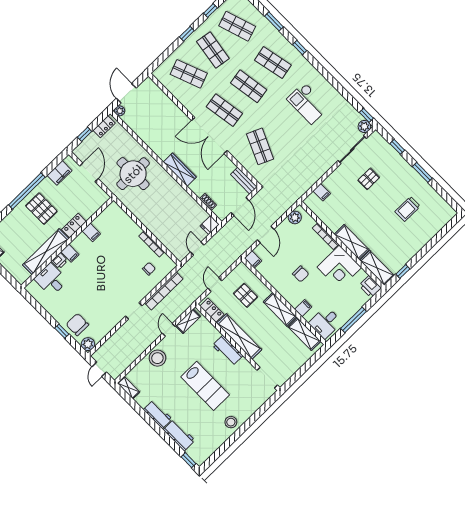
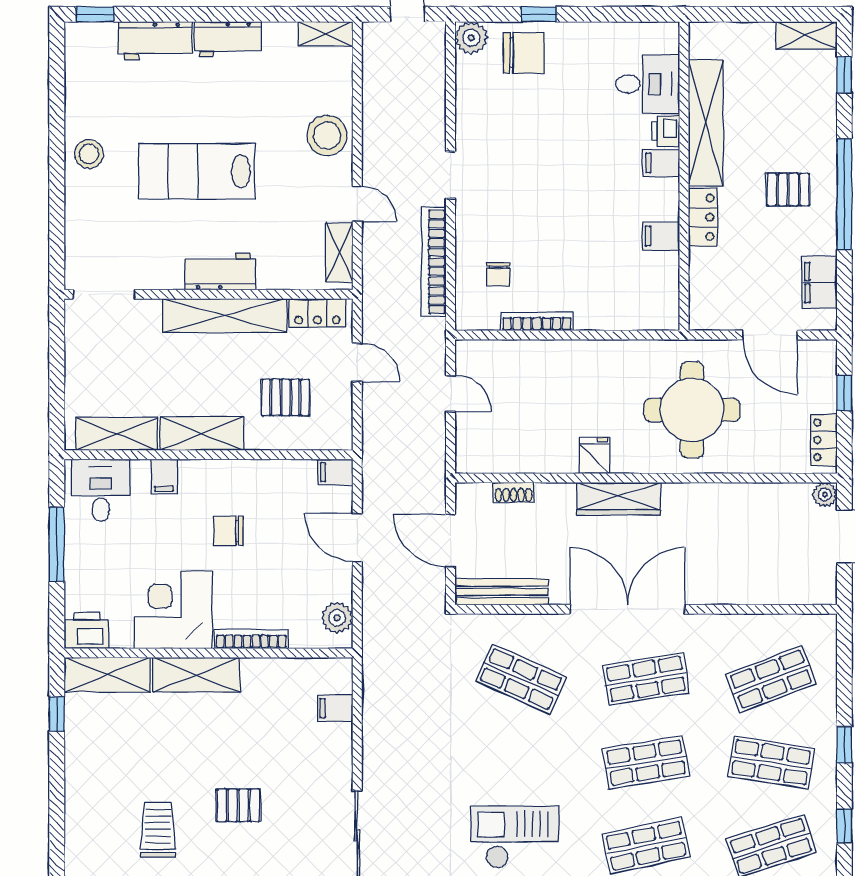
pallet: (369, 179) -> (238, 805), moved, turned 90
bench: (244, 181) -> (502, 592), width x1.36
pallet: (41, 209) -> (788, 190), width x0.67, depth x0.71
fridge: (210, 225) -> (595, 455), moved

